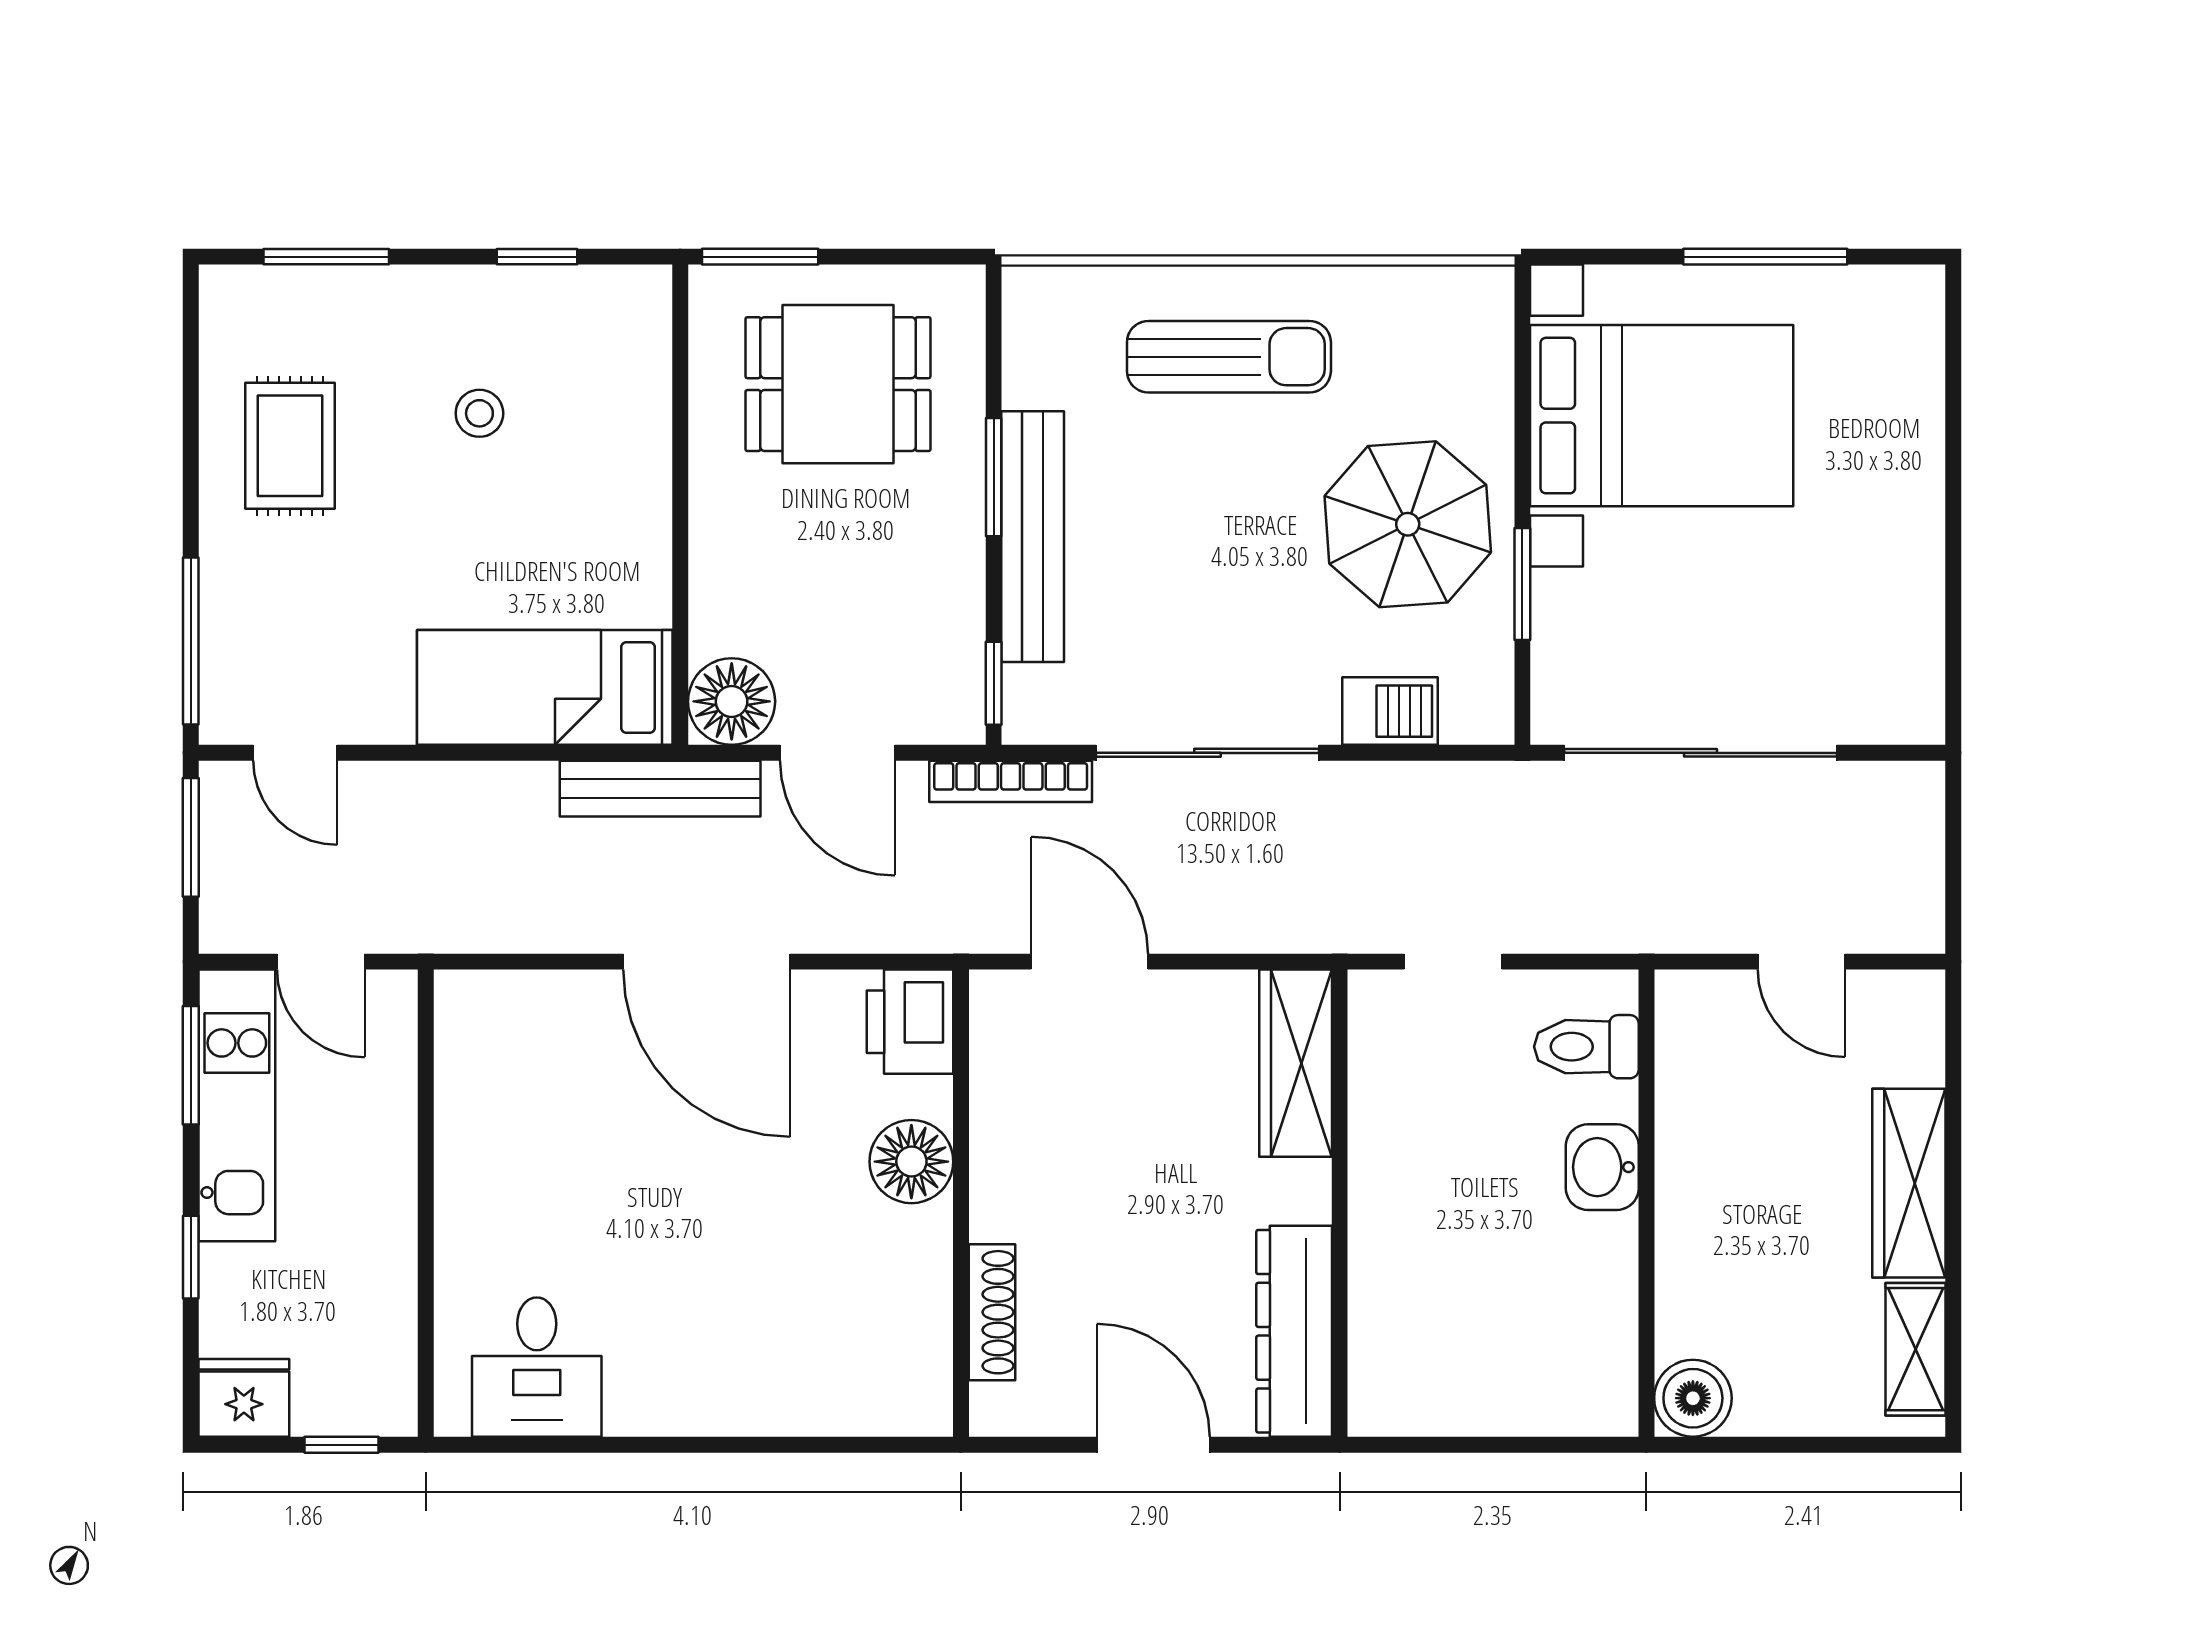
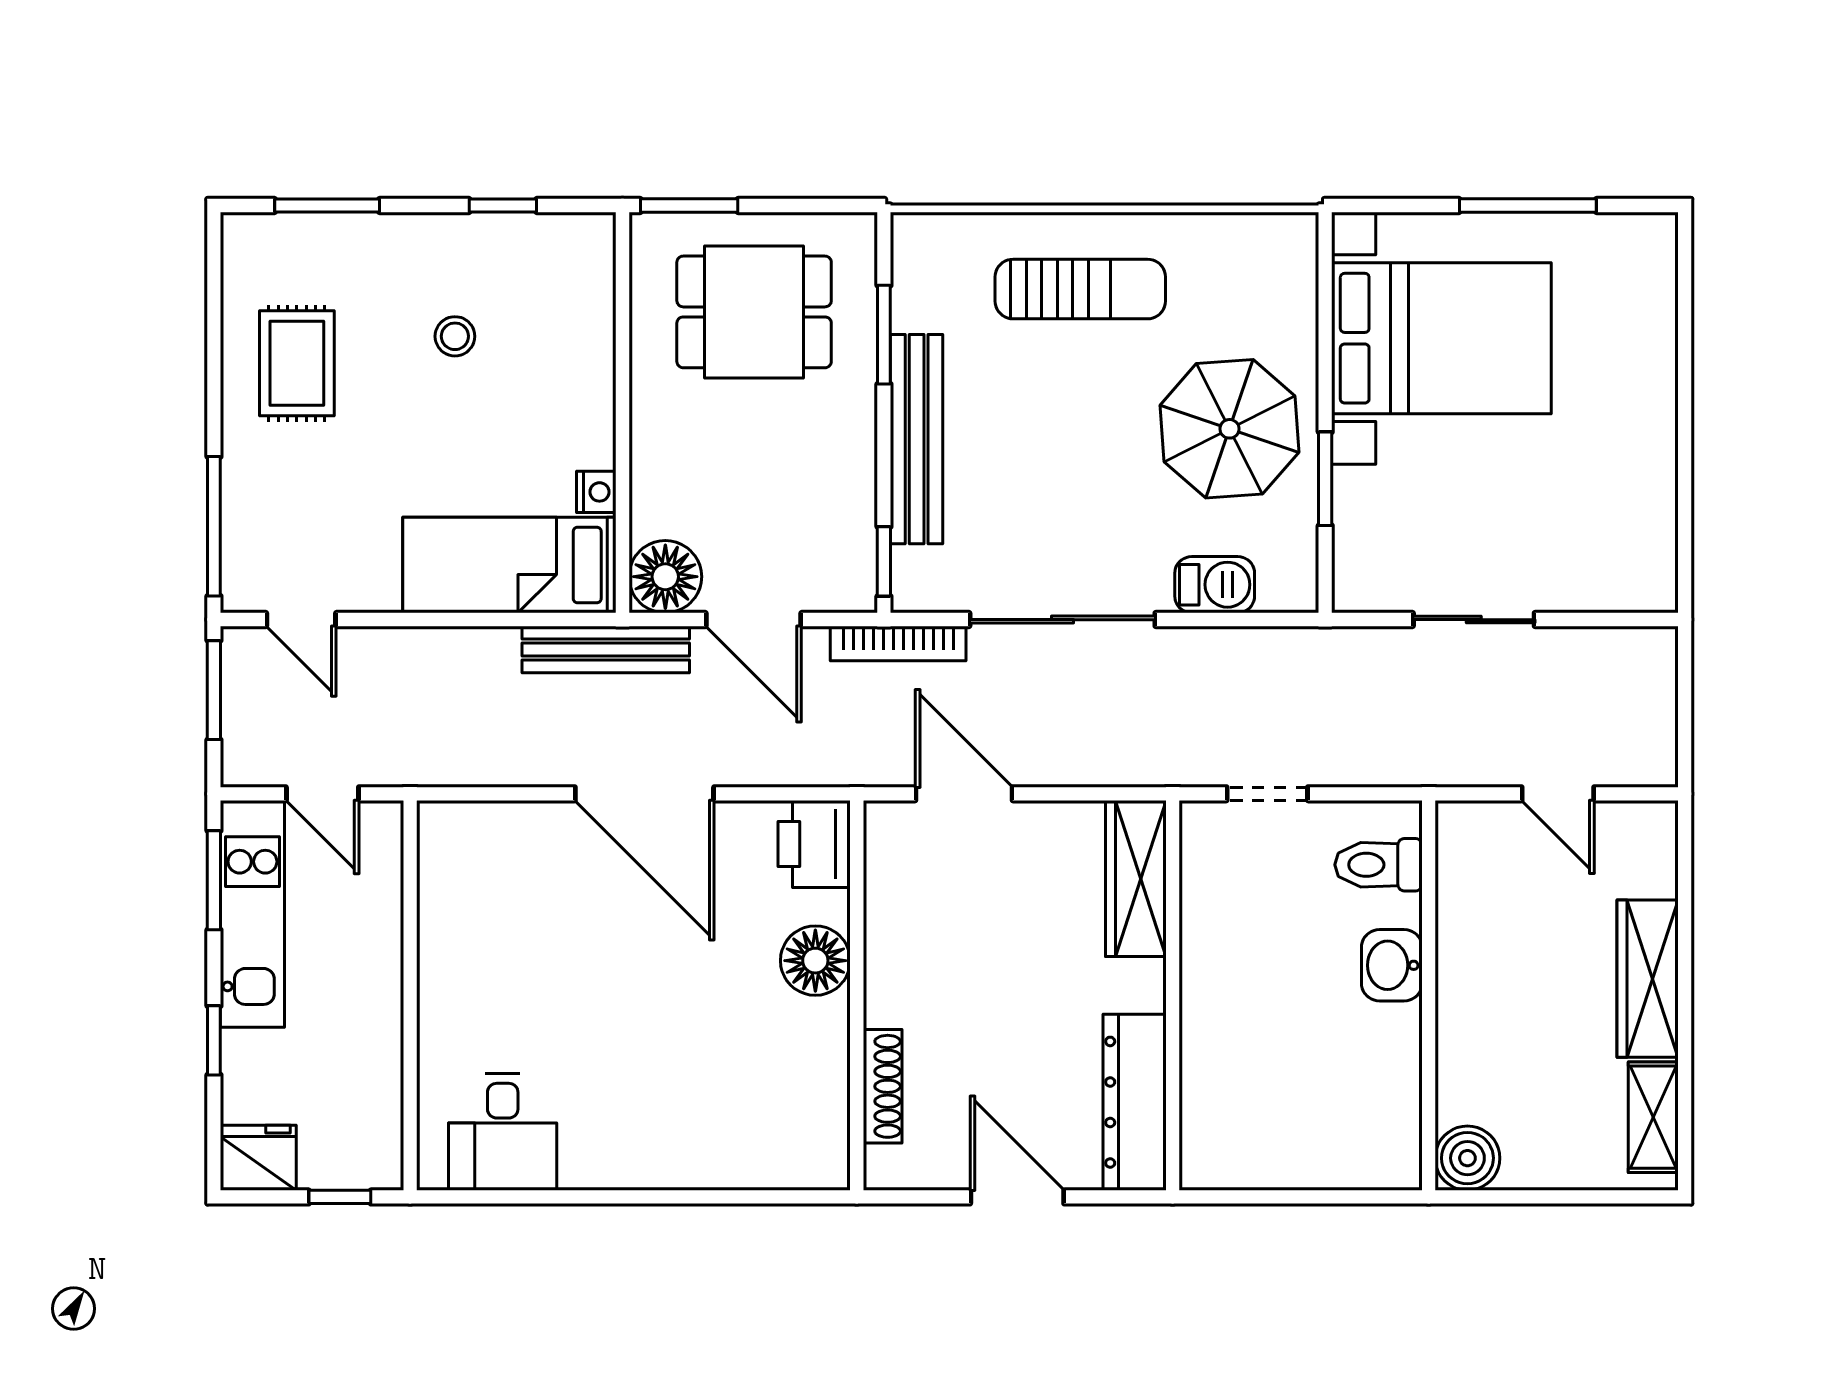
window: (994, 477) -> (884, 335), moved
nightstand: (649, 600) -> (596, 492), added
sliding door: (1701, 753) -> (1474, 620), width x0.54

